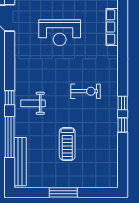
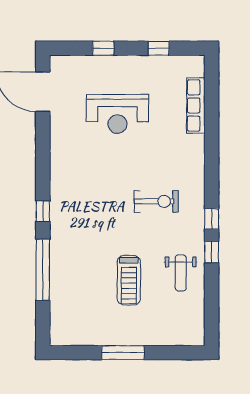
weight bench: (33, 103) -> (181, 273), moved, turned -90
bench: (20, 162) -> (59, 307), removed

